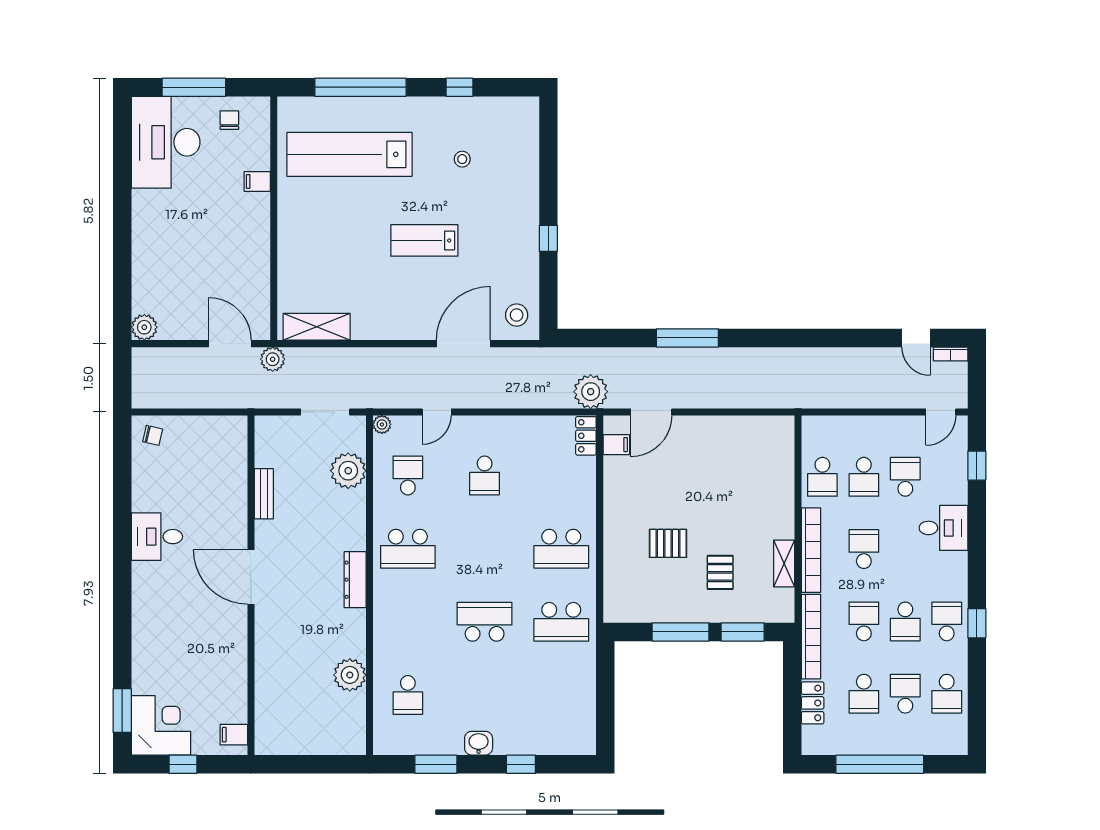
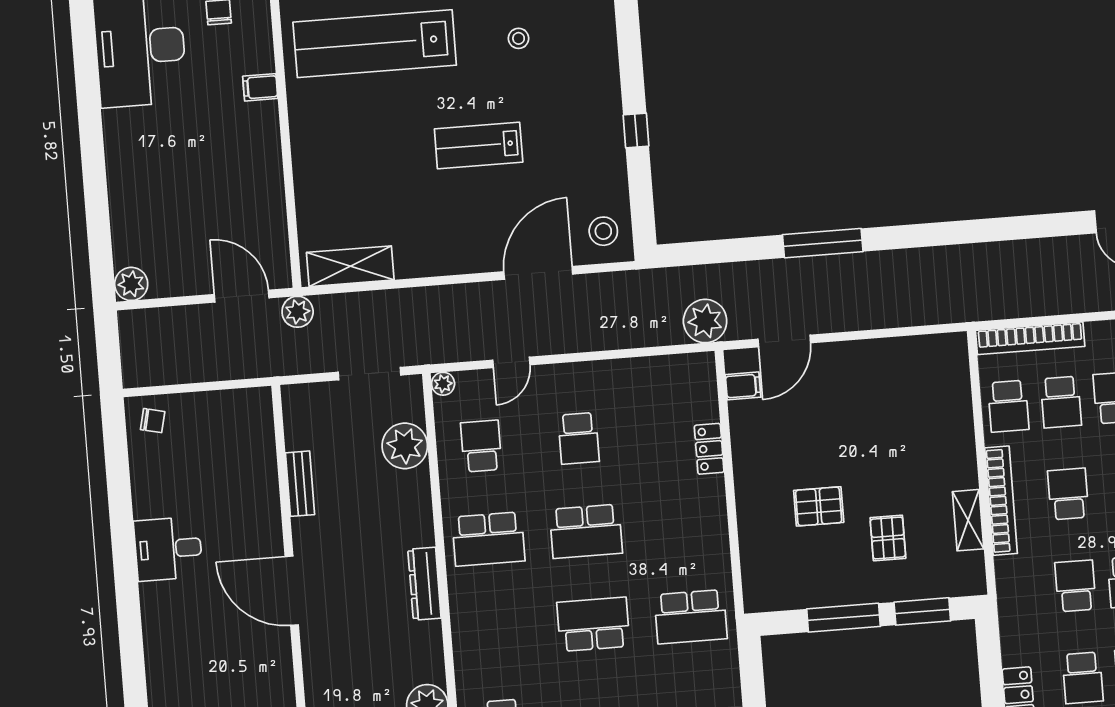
locker: (586, 436) -> (709, 449), moved
school desk: (561, 549) -> (586, 531), moved
bookcase: (811, 637) -> (1030, 338), moved, turned 90

